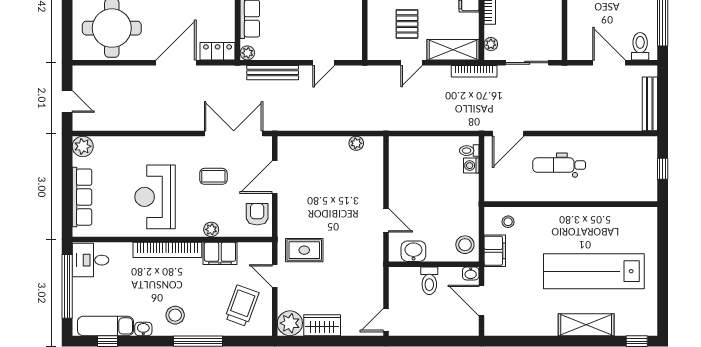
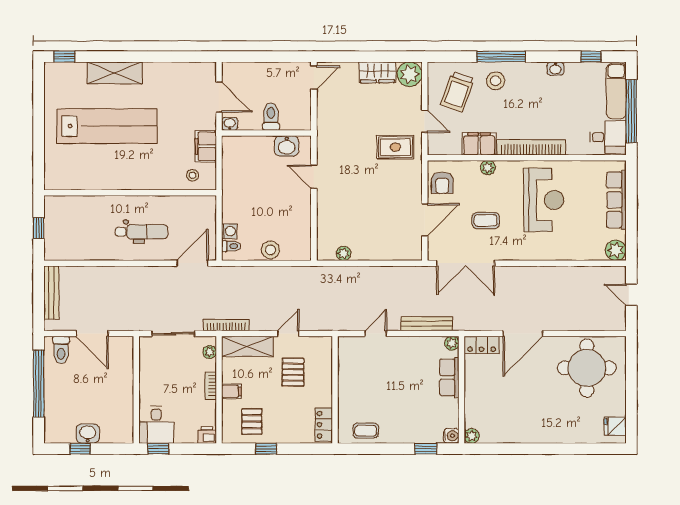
stool: (465, 245) -> (270, 250), moved
stool: (175, 315) -> (496, 81), moved
exam couch: (105, 326) -> (616, 91), moved, turned 90

